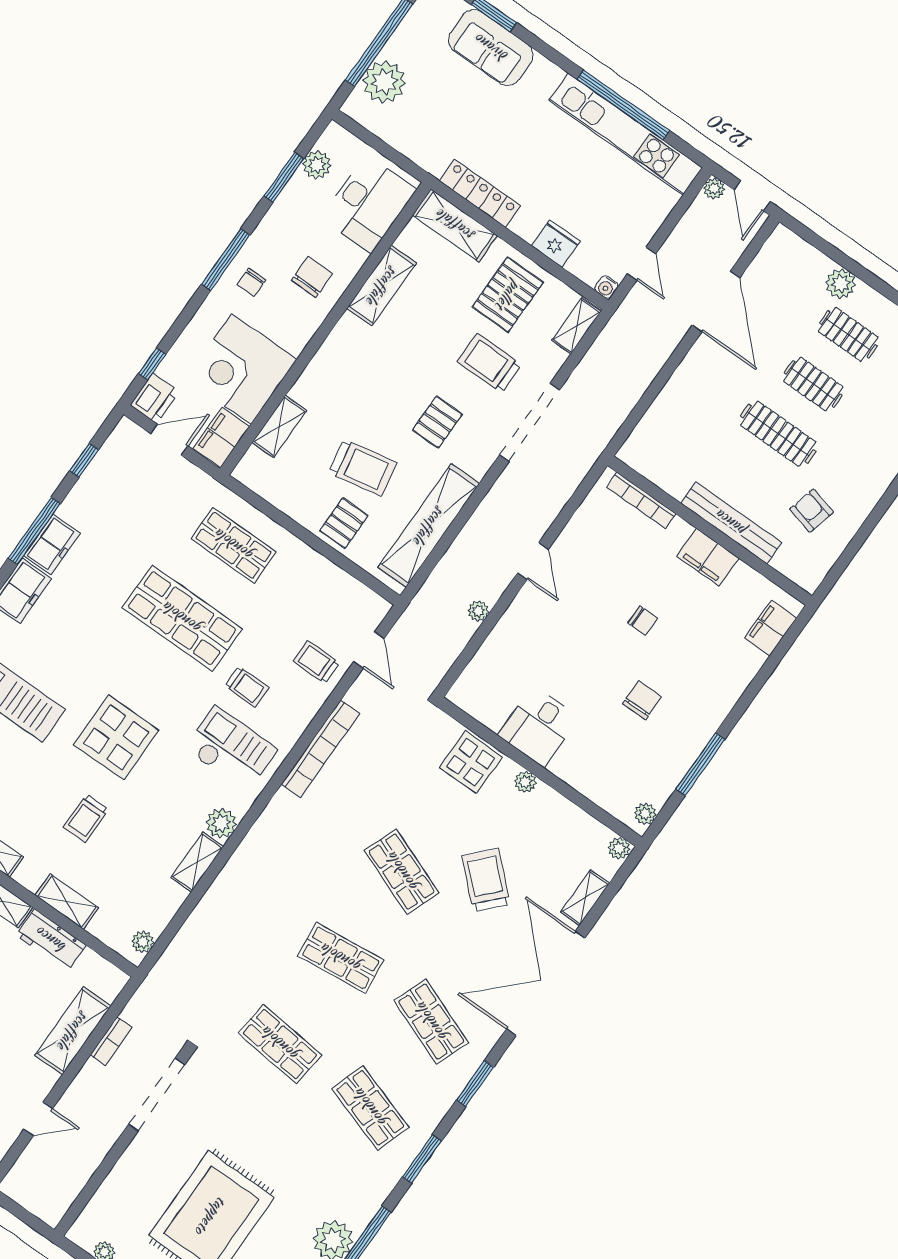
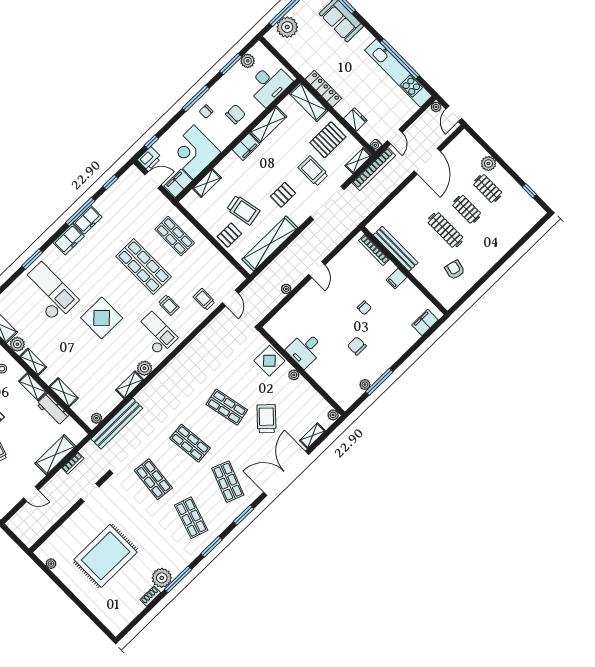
filing cabinet: (345, 339) -> (246, 147), added
bench: (731, 523) -> (396, 249), moved
filing cabinet: (708, 557) -> (396, 279), width x0.50
chair: (642, 700) -> (357, 346), turned -90
bookcase: (320, 749) -> (374, 169), moved
plant: (645, 814) -> (365, 385), moved
trolley: (86, 818) -> (80, 354), removed
shop shelf: (402, 872) -> (227, 407), turned -33
bench: (186, 945) -> (117, 424), added
doorway: (157, 1095) -> (90, 493), width x0.53

